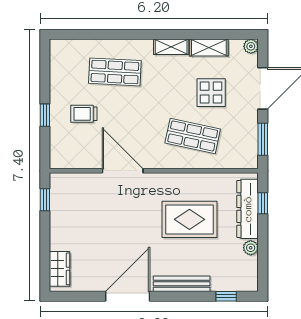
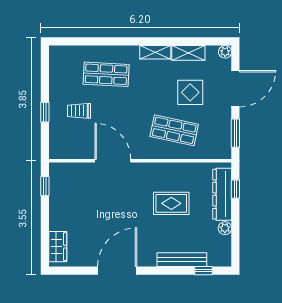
rug: (189, 219) -> (171, 203), width x0.73, depth x0.70
bench: (182, 284) -> (182, 260), moved

